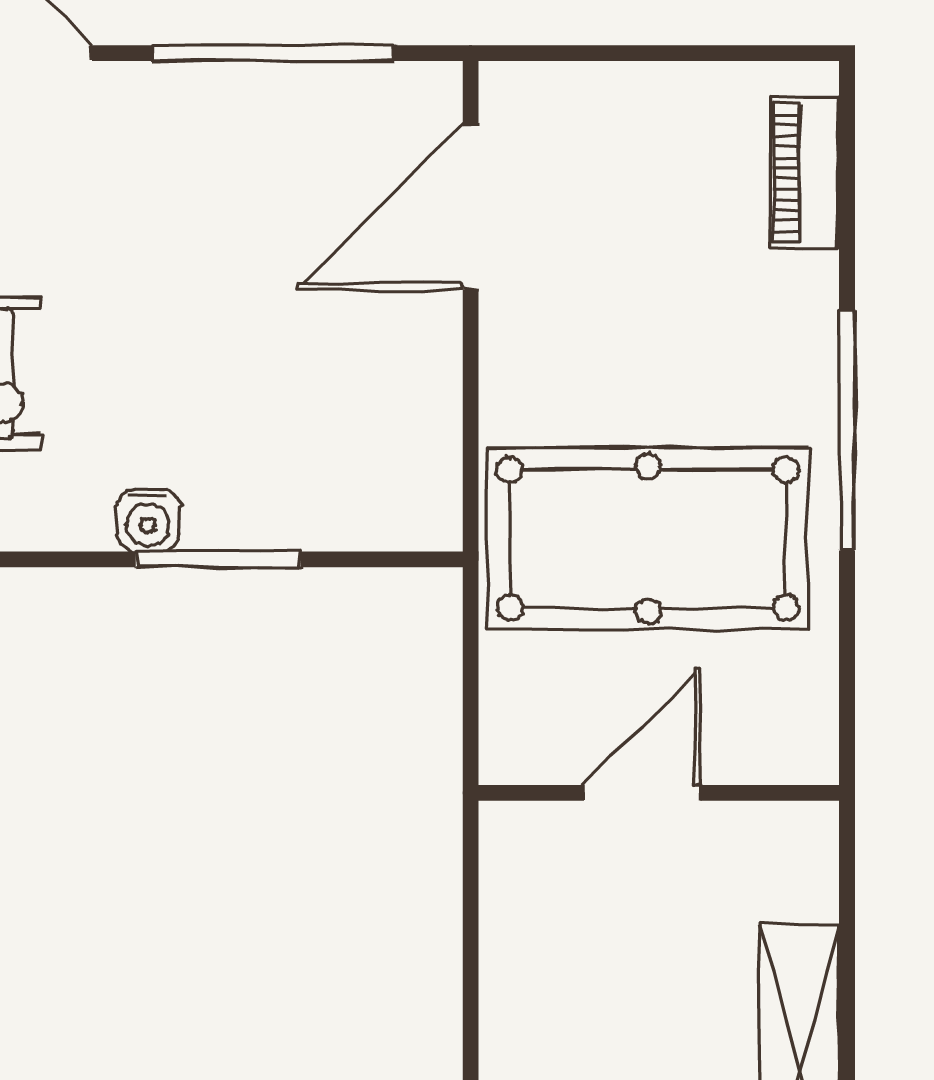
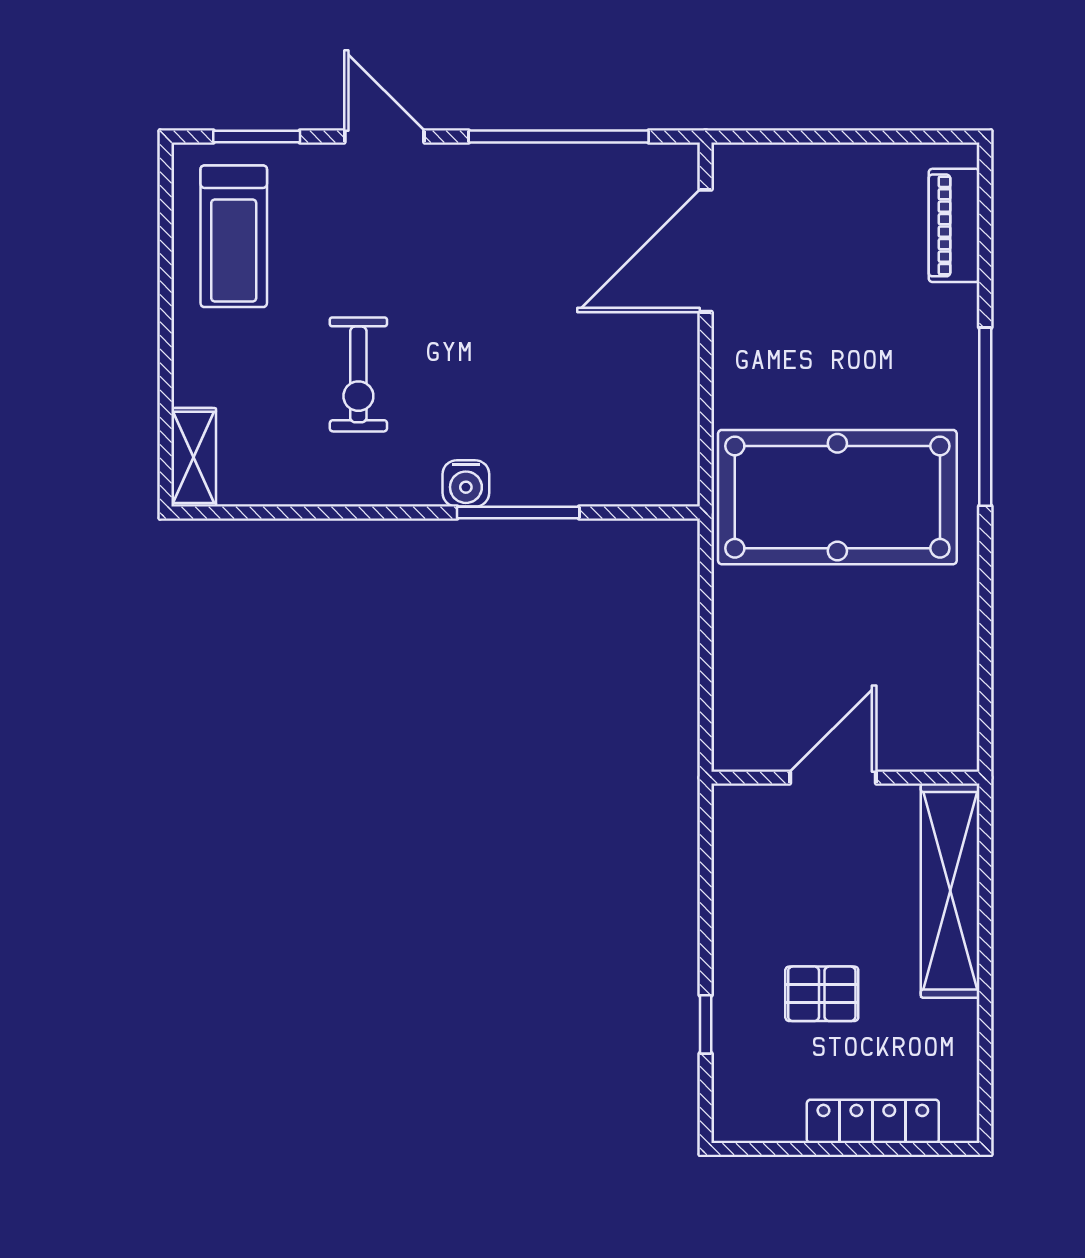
door: (642, 793) -> (833, 778), moved
wall: (659, 793) -> (845, 778), moved

